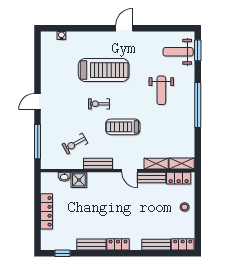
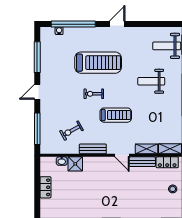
window: (77, 28) -> (73, 24), added
window: (38, 64) -> (37, 57), added
weight bench: (161, 90) -> (151, 81), turned 90
treadmill: (123, 127) -> (116, 115), turned 180
locker: (47, 211) -> (45, 187), width x0.66

